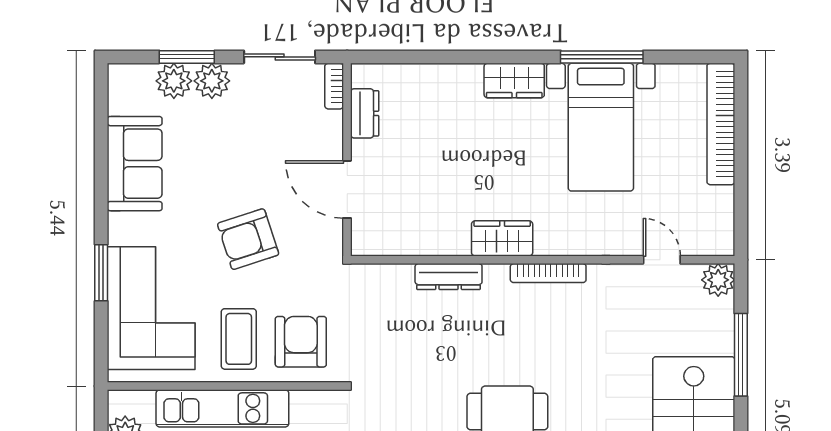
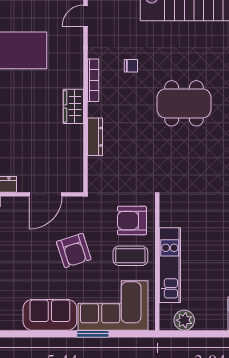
sofa: (135, 164) -> (50, 315), moved
chair: (574, 340) -> (131, 66), added

